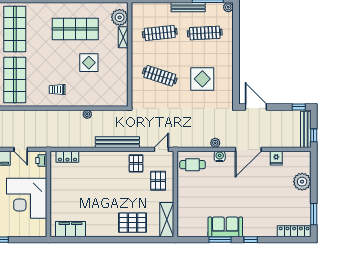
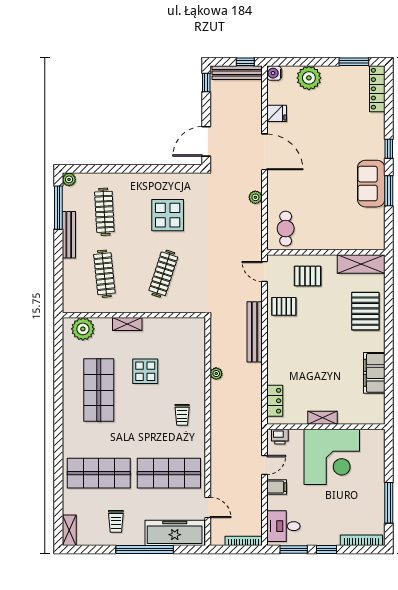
shelving: (123, 37) -> (127, 324), moved
water cooler: (220, 156) -> (274, 73), moved
shelving: (55, 192) -> (323, 418), added
filing cabinet: (70, 229) -> (374, 373), moved

